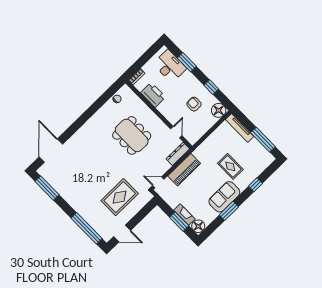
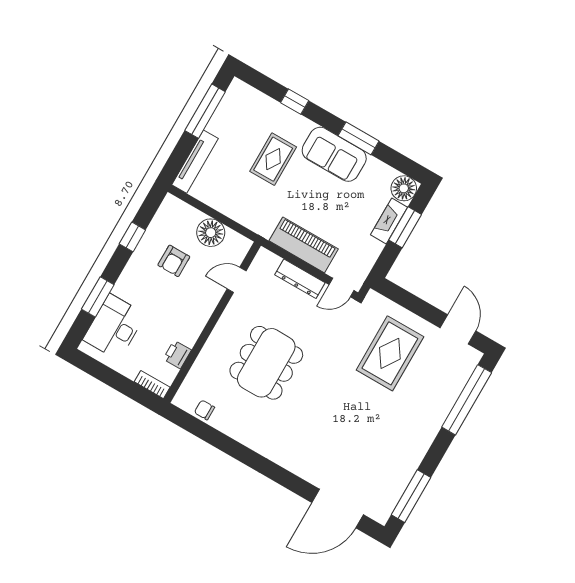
printer: (153, 95) -> (177, 354), width x0.53, depth x0.68
floor lamp: (219, 110) -> (211, 233), moved
dresser: (178, 154) -> (300, 279), moved
door: (158, 182) -> (342, 288), hinge flipped
rug: (120, 197) -> (390, 353), turned 90

